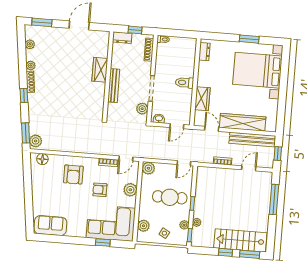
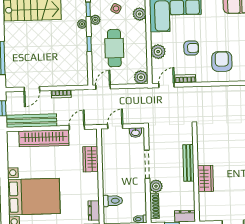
toilet: (185, 83) -> (113, 201), moved
plant: (142, 109) -> (156, 186), moved
door: (212, 129) -> (77, 127), swing flipped
cafe table: (170, 197) -> (114, 48), turned 90

